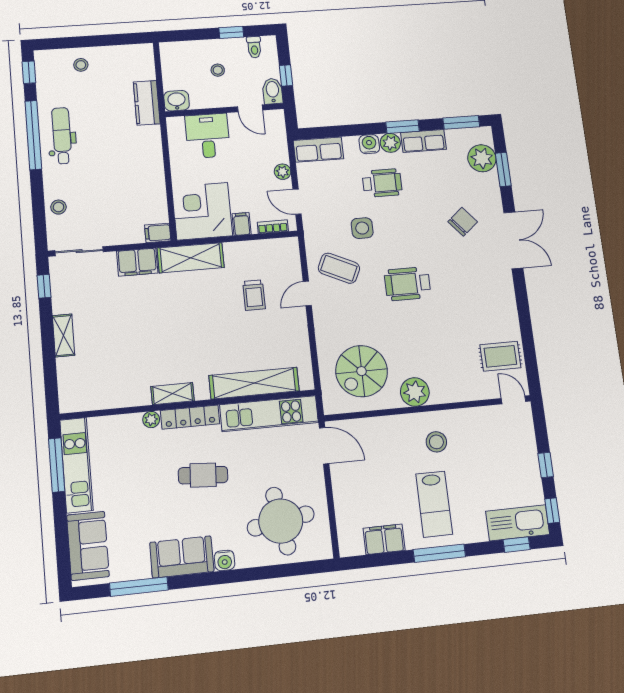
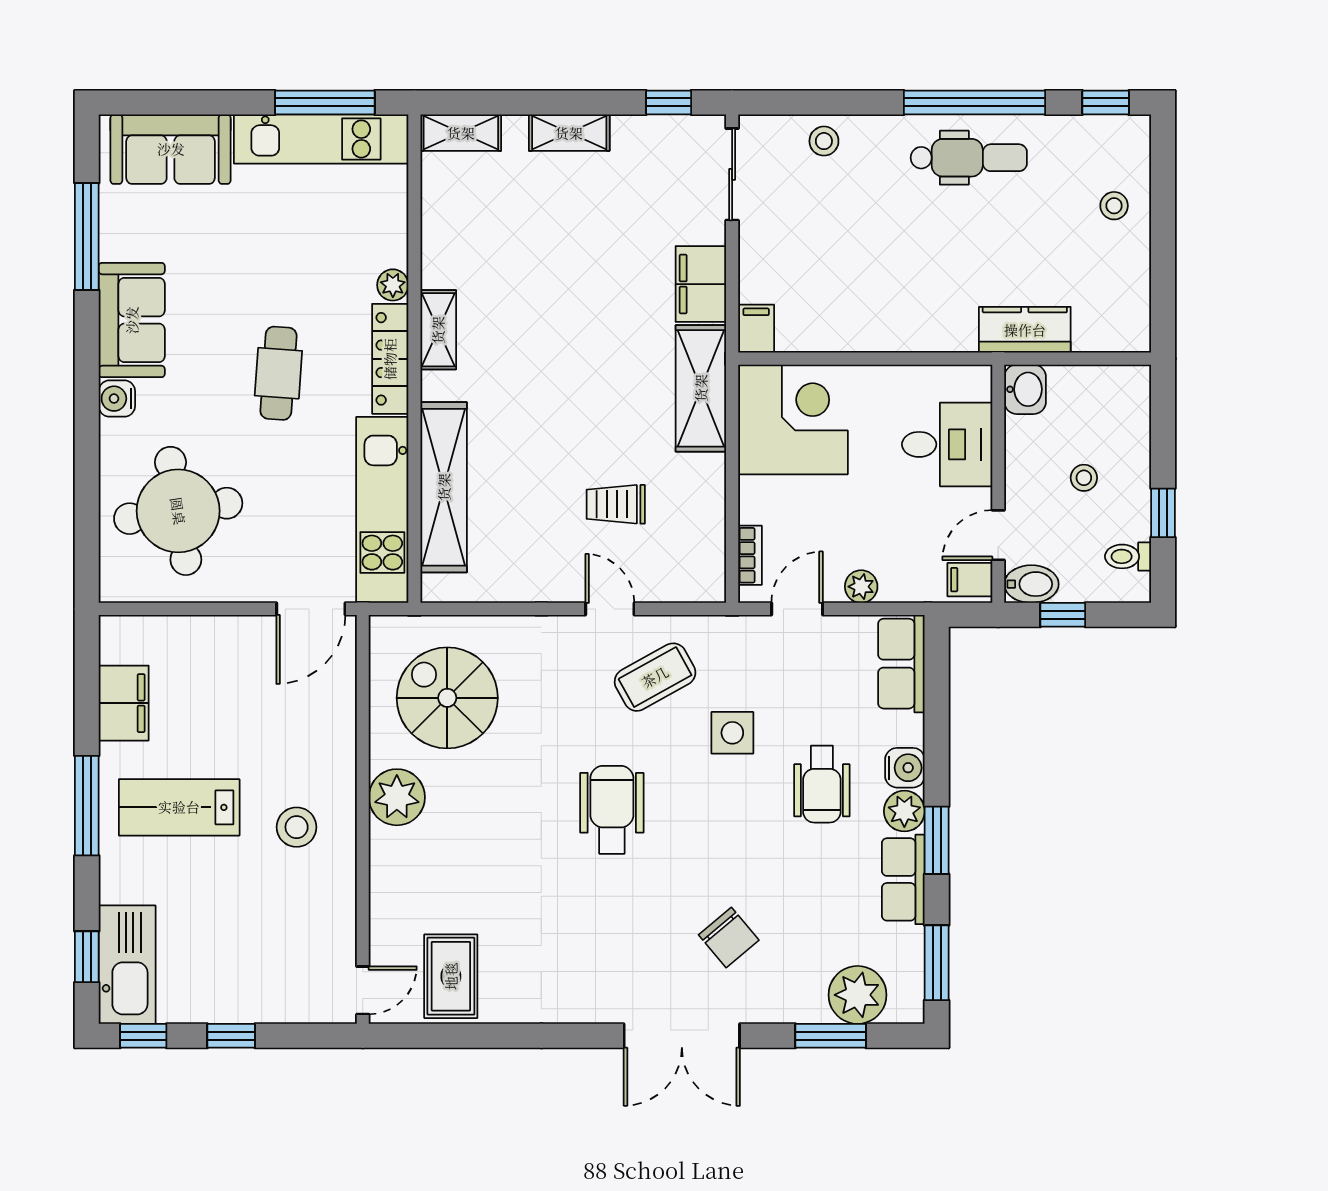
filing cabinet: (242, 224) -> (970, 580), moved, turned 180
coffee table: (339, 268) -> (655, 677), turned 36
shelving: (68, 392) -> (461, 133), added

